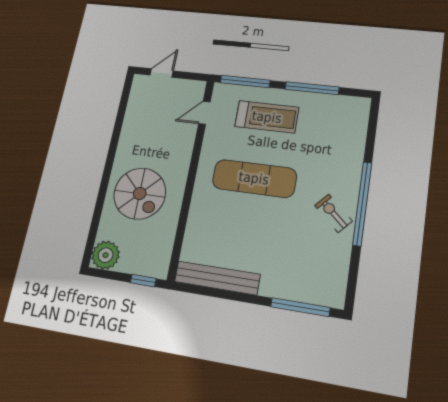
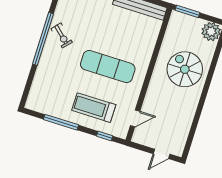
window: (245, 81) -> (105, 136), width x0.46
window: (143, 281) -> (187, 11), width x1.50

